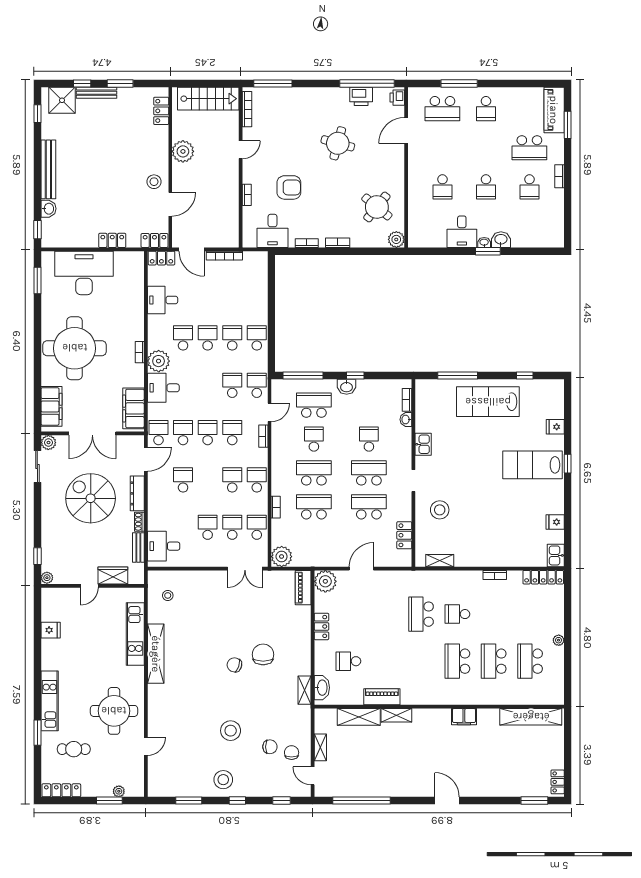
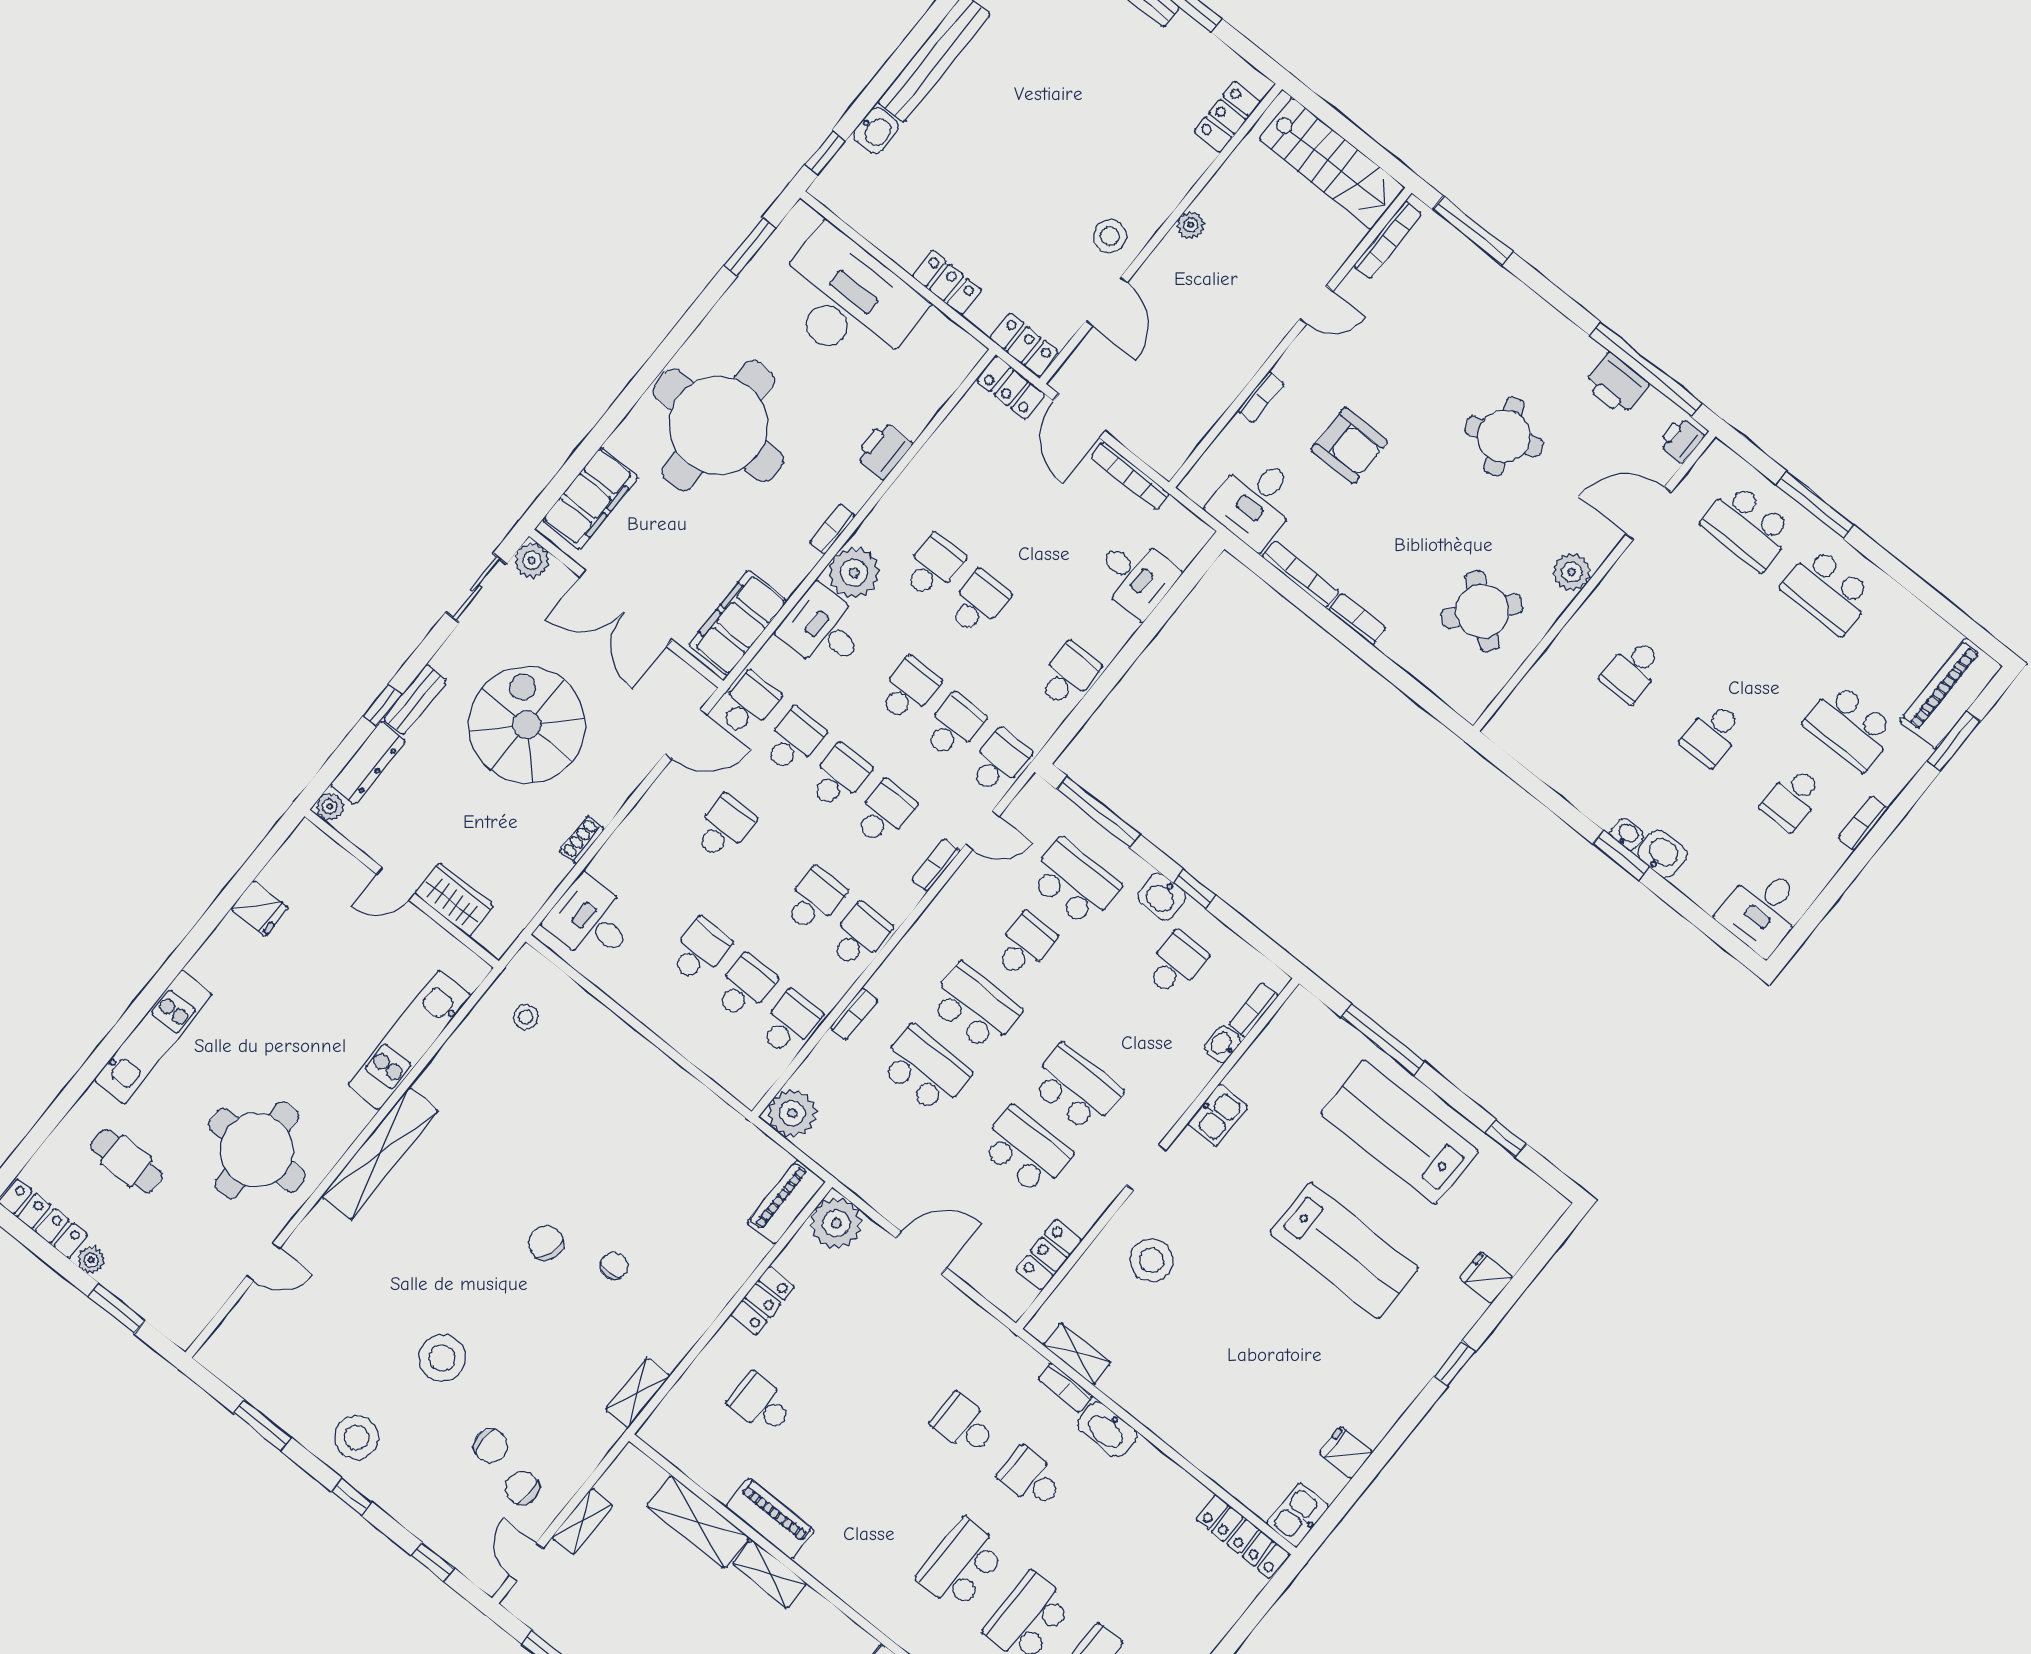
school desk: (486, 109) -> (1827, 591), width x1.85
round table: (338, 143) -> (1504, 436), turned -35
plant: (183, 151) -> (1191, 225), width x0.53, depth x0.53
door: (170, 204) -> (1107, 302), hinge flipped
desk: (462, 232) -> (1763, 910), moved
plant: (396, 239) -> (1572, 572), moved
bookcase: (307, 243) -> (1300, 574), width x1.56
desk: (163, 300) -> (1136, 576), moved, turned 180
printer: (136, 313) -> (883, 450), added
school desk: (232, 338) -> (909, 690), moved
school desk: (369, 439) -> (1176, 964), moved
lab bench: (533, 465) -> (1344, 1251), moved, turned 180
dresser: (137, 493) -> (368, 763), moved, turned 180
bench: (138, 548) -> (415, 700), moved
window: (37, 556) -> (382, 705), moved
double door: (245, 569) -> (707, 1081), removed
bookcase: (495, 575) -> (1065, 1388), moved
school desk: (421, 614) -> (964, 1424), width x0.54
shelving: (156, 654) -> (380, 1154), moved
chair: (263, 654) -> (614, 1266), width x0.54, depth x0.54
washbasin: (322, 688) -> (1107, 1430), moved, turned 90
window: (37, 733) -> (84, 1077), removed
chair: (292, 753) -> (522, 1488), turned -90
plant: (119, 791) -> (91, 1260), moved

